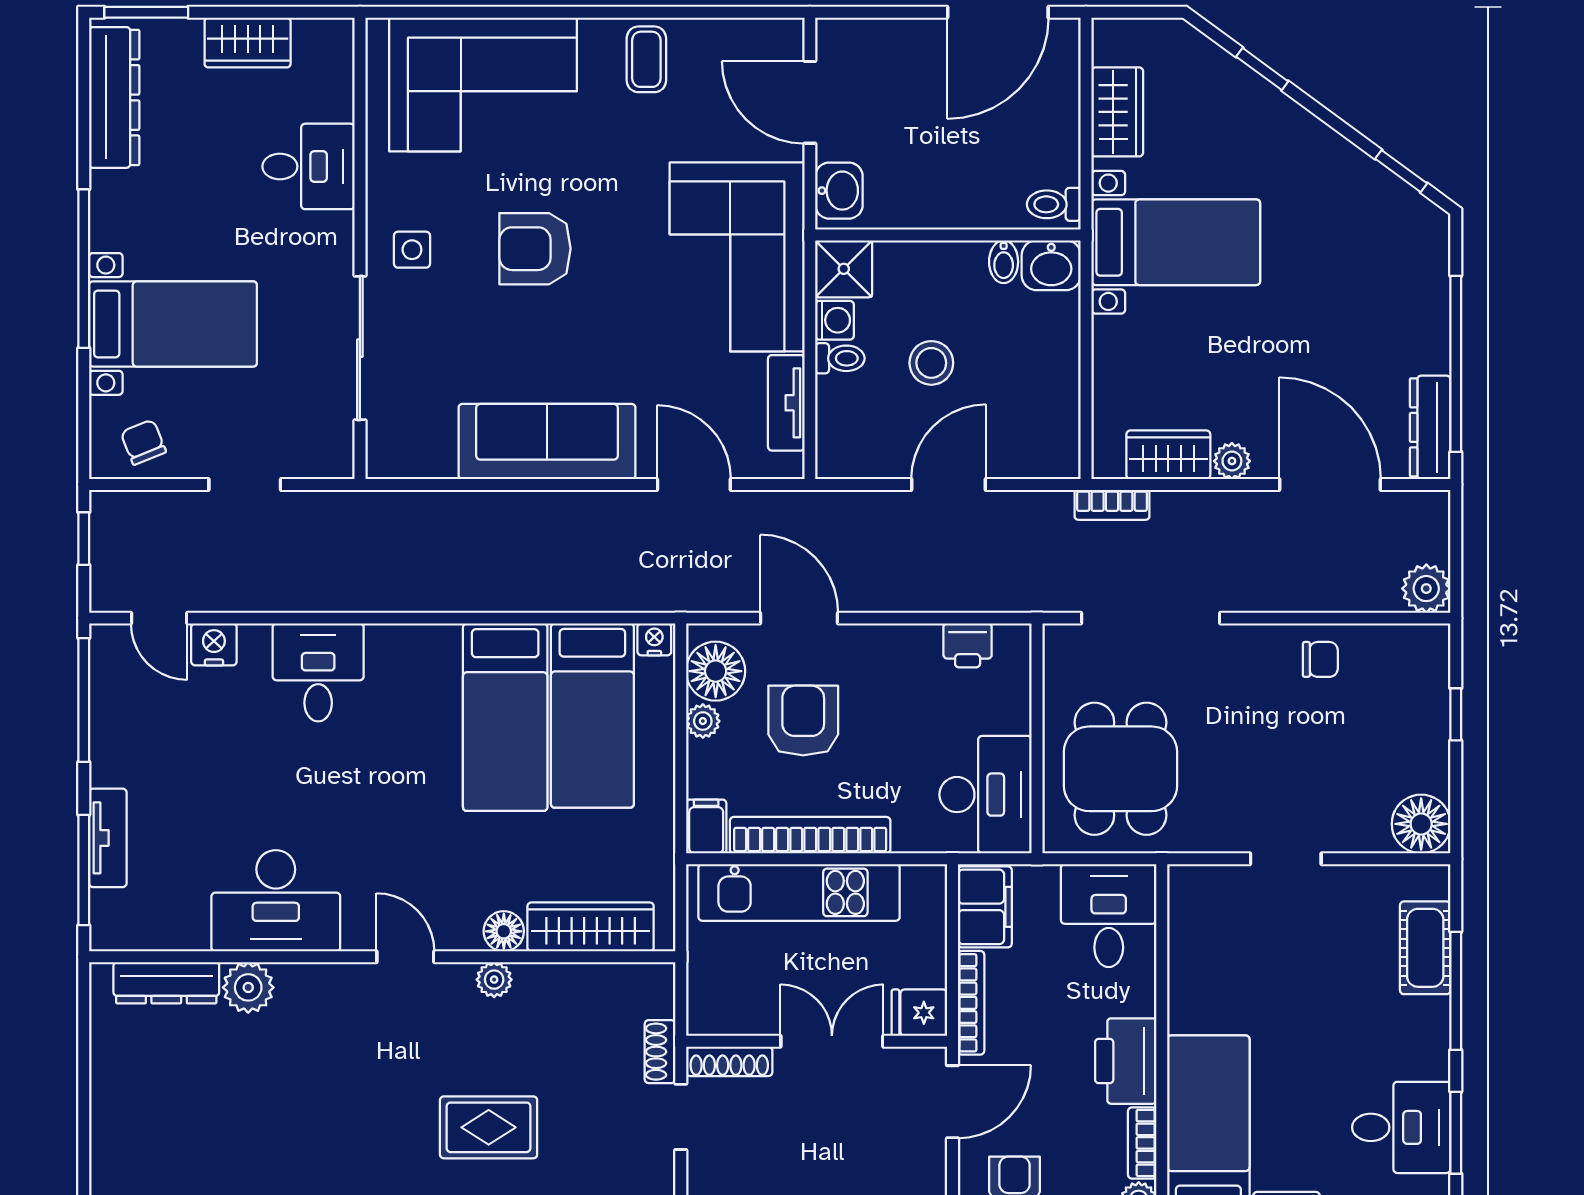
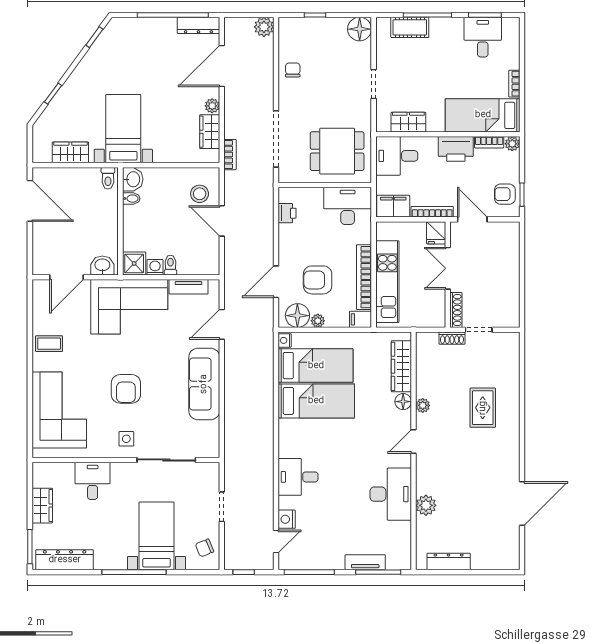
stool: (931, 363) -> (200, 194), moved
wardrobe: (1192, 944) -> (408, 122), added
dresser: (166, 983) -> (449, 562), moved, turned -90

